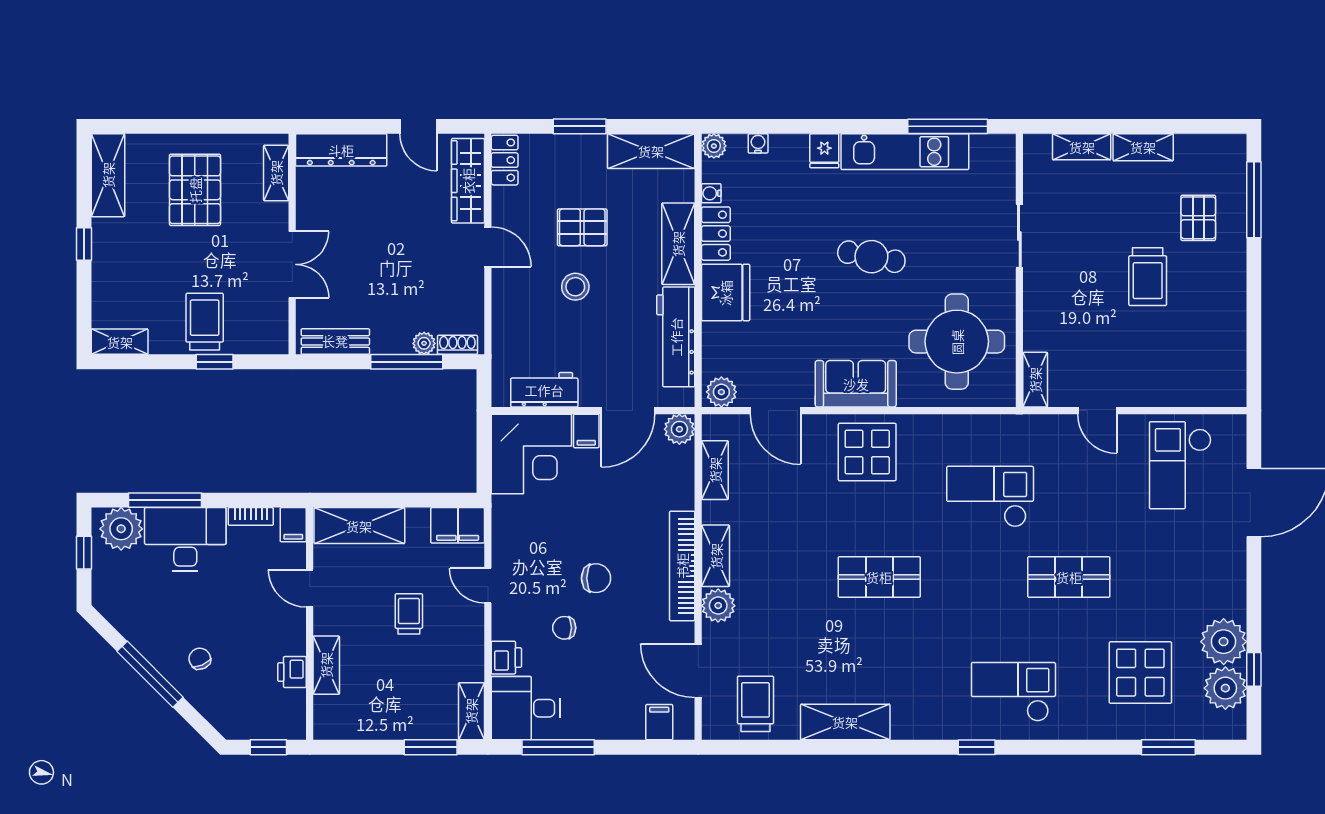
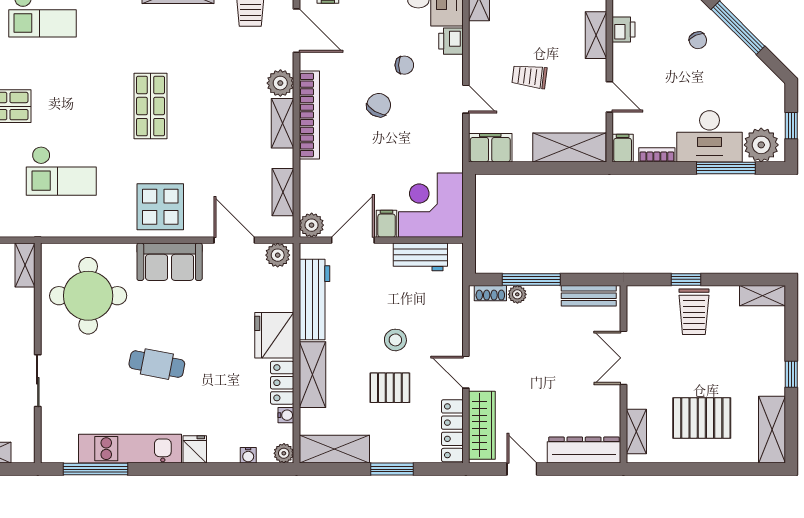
locker: (505, 160) -> (452, 431), width x1.53
pallet: (195, 190) -> (702, 418), turned 90
shop shelf: (879, 577) -> (151, 106), turned 90
chair: (596, 578) -> (379, 105), turned 121
trolley: (409, 614) -> (529, 76), turned 97

